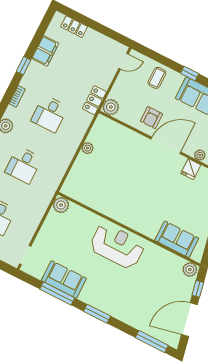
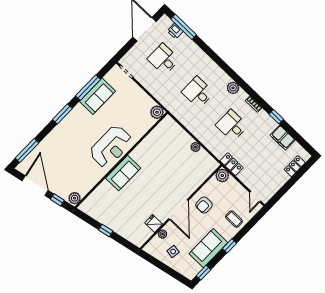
armchair: (151, 118) -> (204, 205), turned -90
sofa: (177, 239) -> (123, 173), moved

